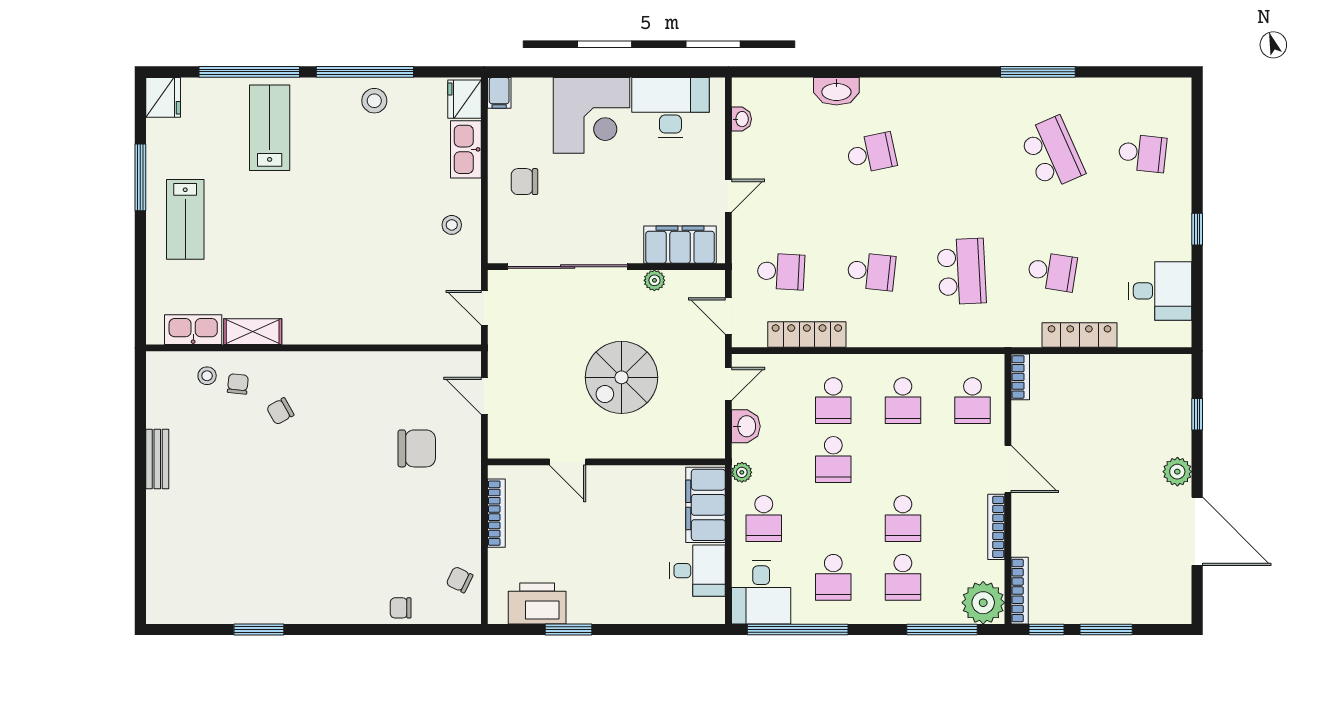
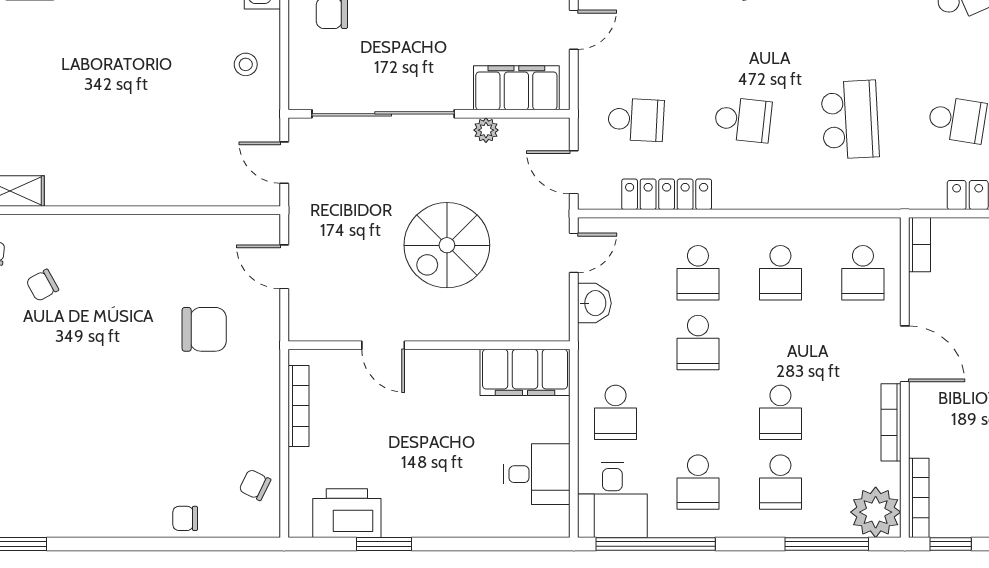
plant: (742, 472) -> (589, 358), removed
filing cabinet: (706, 505) -> (525, 372), moved, turned -90

